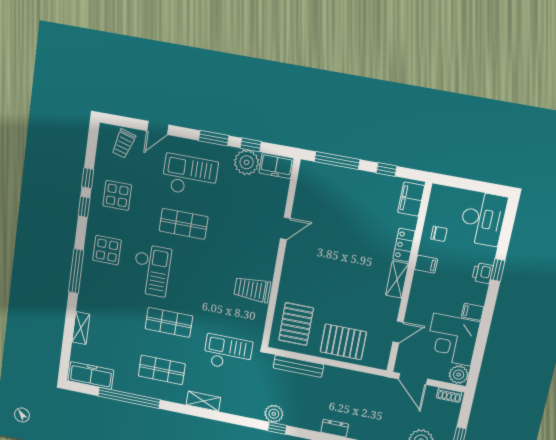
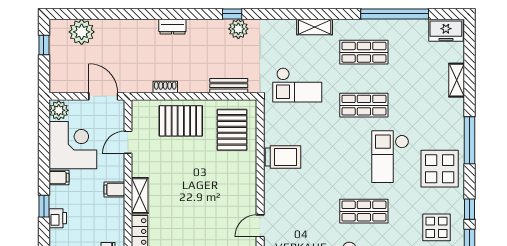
display table: (107, 250) -> (440, 169), width x1.36, depth x1.36
filing cabinet: (426, 264) -> (114, 189), moved
window: (498, 270) -> (44, 206), moved
bench: (298, 366) -> (229, 86), width x0.73
freezer: (91, 375) -> (446, 30), width x0.71
shoe rack: (449, 395) -> (165, 87), moved

